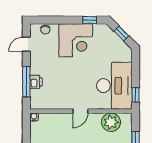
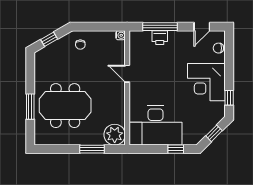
door: (26, 44) -> (202, 27), swing flipped
window: (136, 95) -> (176, 149), moved
door: (80, 111) -> (127, 74), moved
plant: (111, 122) -> (115, 135), moved

